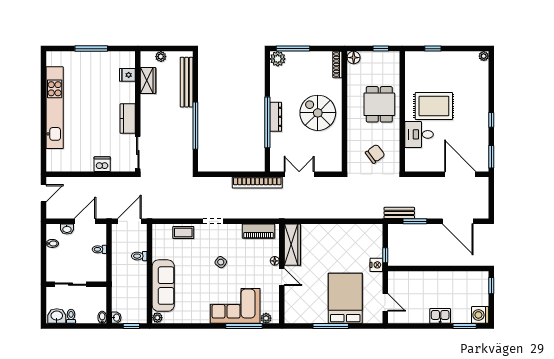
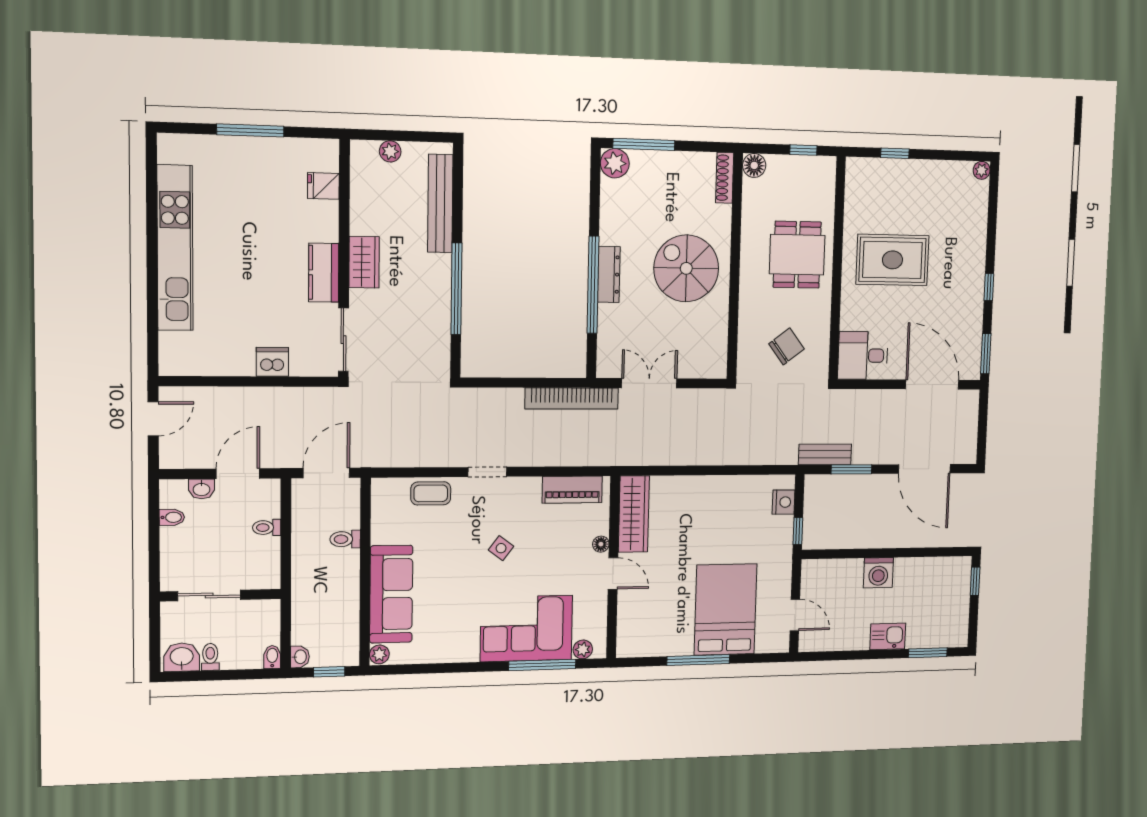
wardrobe: (148, 80) -> (364, 262), moved
desk: (419, 134) -> (863, 356), moved
nightstand: (376, 265) -> (784, 502), moved
washing machine: (480, 315) -> (878, 573), moved, turned -90

